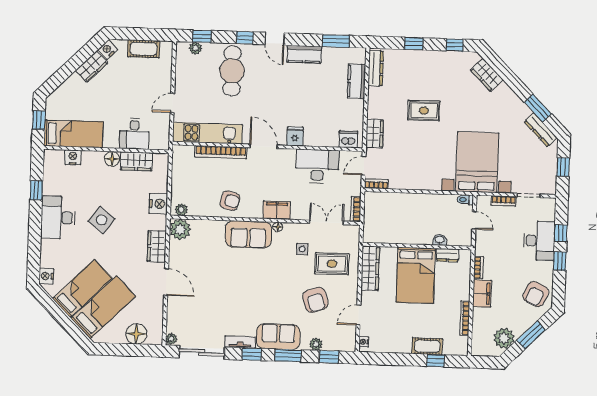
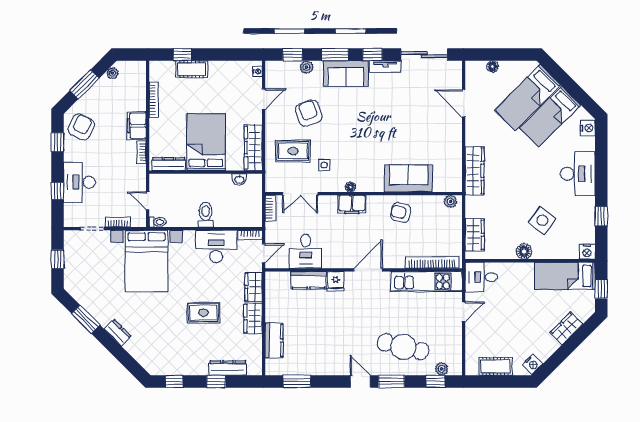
window: (245, 38) -> (391, 381), width x1.50
kitchen counter: (304, 54) -> (309, 280), moved, turned 180
wardrobe: (92, 66) -> (566, 328), moved
dresser: (376, 68) -> (228, 368), moved, turned 90
cafe table: (232, 71) -> (403, 347), turned -76
wardrobe: (487, 75) -> (253, 318), moved, turned -135
dresser: (541, 130) -> (118, 333), moved, width x0.70
desk: (134, 134) -> (481, 277), moved, turned -90
dishwasher: (348, 139) -> (280, 280), removed
door: (263, 146) -> (368, 270), swing flipped
bookcase: (221, 152) -> (432, 262), moved
nightstand: (73, 157) -> (587, 252), moved
wardrobe: (136, 161) -> (475, 235), moved, turned 90
desk: (317, 166) -> (306, 251), width x0.73
desk: (409, 174) -> (216, 246), added
nightstand: (158, 204) -> (475, 207), removed
toilet: (419, 205) -> (206, 215), added
desk: (58, 218) -> (578, 174), moved
side table: (102, 220) -> (542, 220), moved
plant: (180, 229) -> (451, 181), removed
sofa: (248, 234) -> (408, 178), moved
washbasin: (440, 240) -> (239, 179), moved
wardrobe: (157, 246) -> (475, 171), width x1.50
dresser: (447, 255) -> (169, 164), width x1.44
window: (560, 261) -> (57, 142), moved
door: (166, 282) -> (464, 103), moved
floor lamp: (136, 334) -> (493, 66), width x0.53, depth x0.53
plant: (504, 338) -> (112, 73), width x0.53, depth x0.53
plant: (171, 339) -> (456, 68), removed

